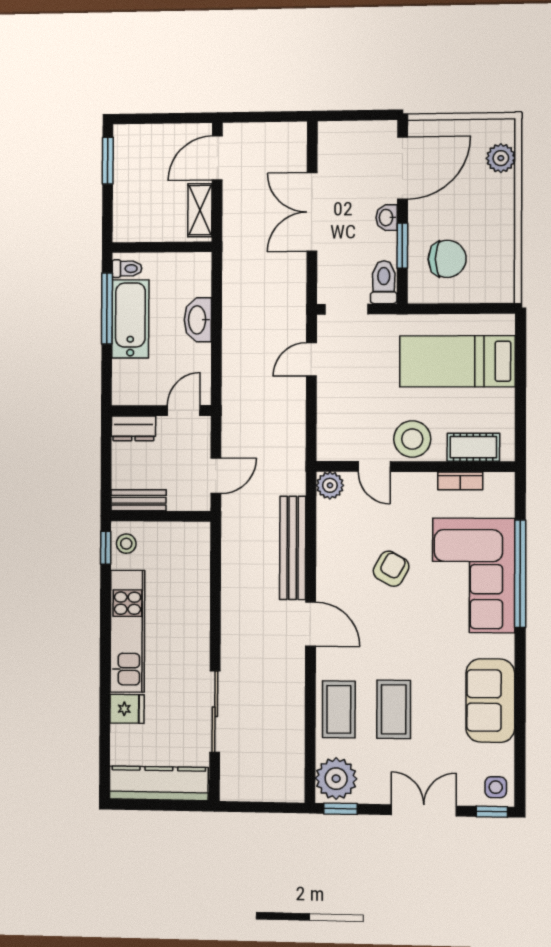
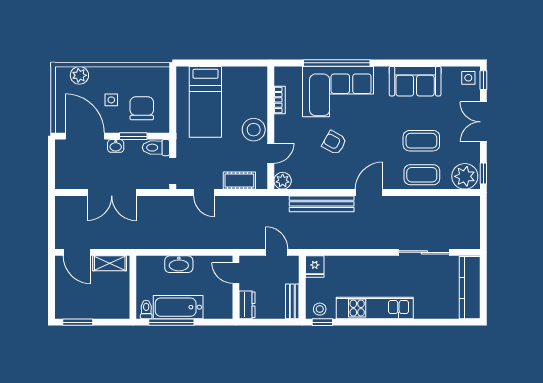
side table: (461, 210) -> (111, 100), added
cot: (473, 447) -> (239, 180), moved, turned 90
fridge: (127, 709) -> (315, 267), moved, turned 180

